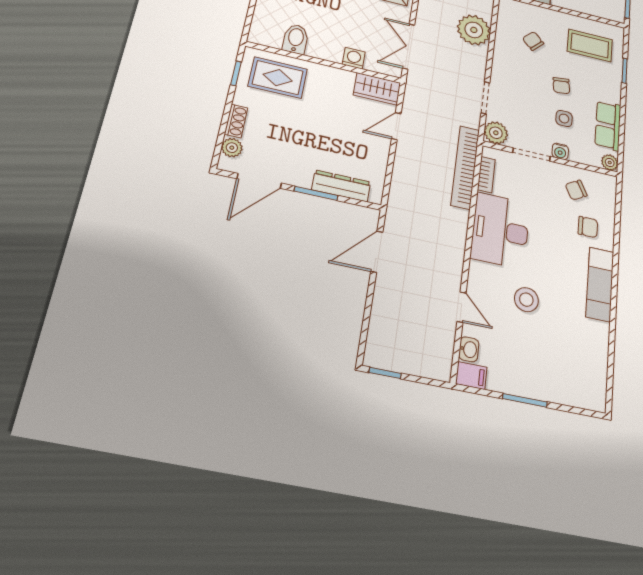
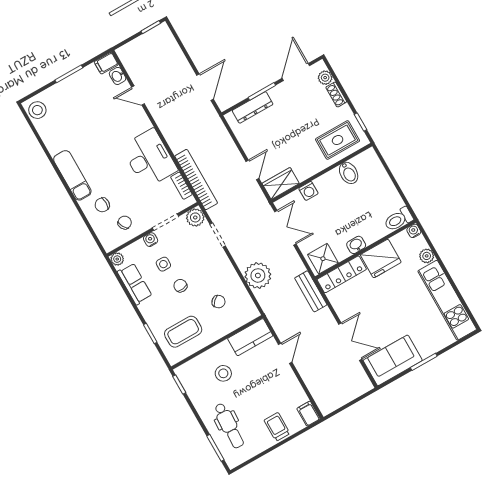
stool: (526, 300) -> (37, 110), moved

